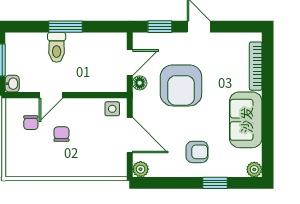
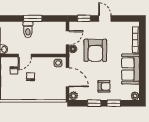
window: (179, 183) -> (94, 103), added

